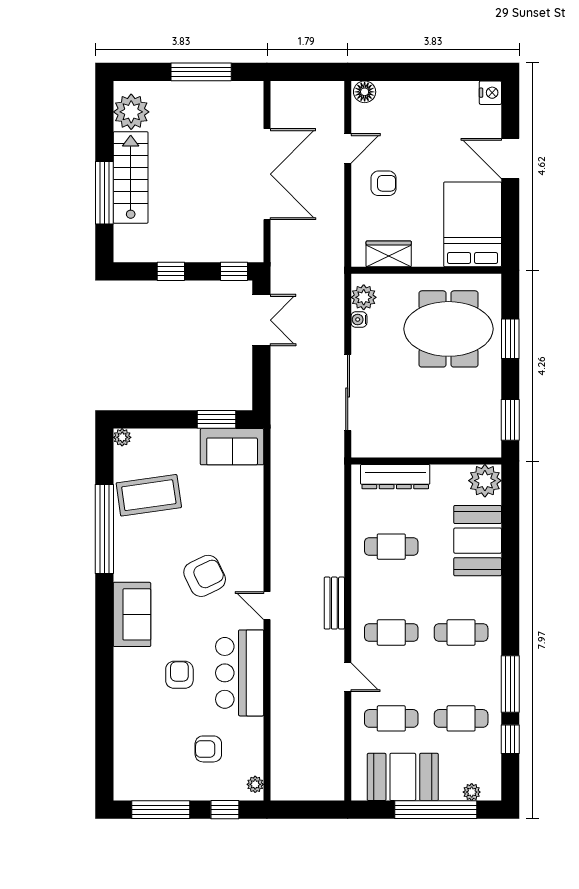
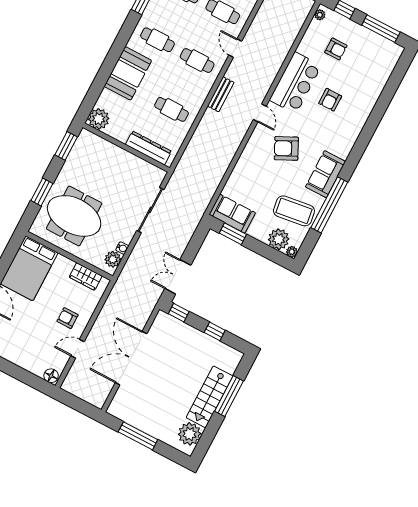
plant: (149, 445) -> (279, 239), added
booth: (478, 541) -> (128, 73), moved
sofa: (132, 614) -> (325, 174), moved

